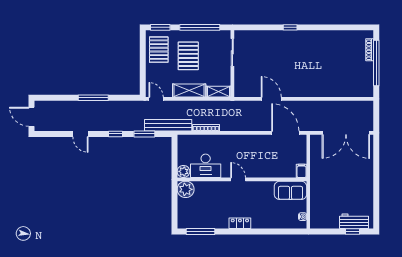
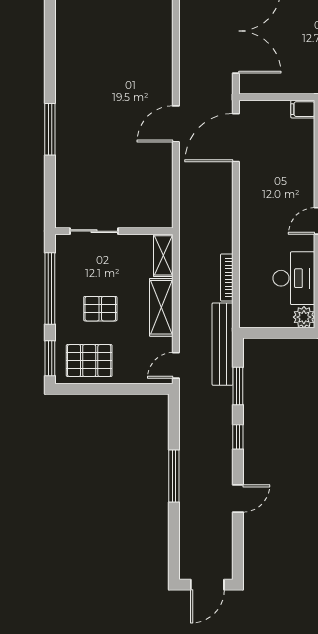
window: (290, 27) -> (50, 129), width x2.17
pallet: (188, 56) -> (100, 309), width x0.67, depth x0.71
door: (271, 99) -> (176, 124), moved

